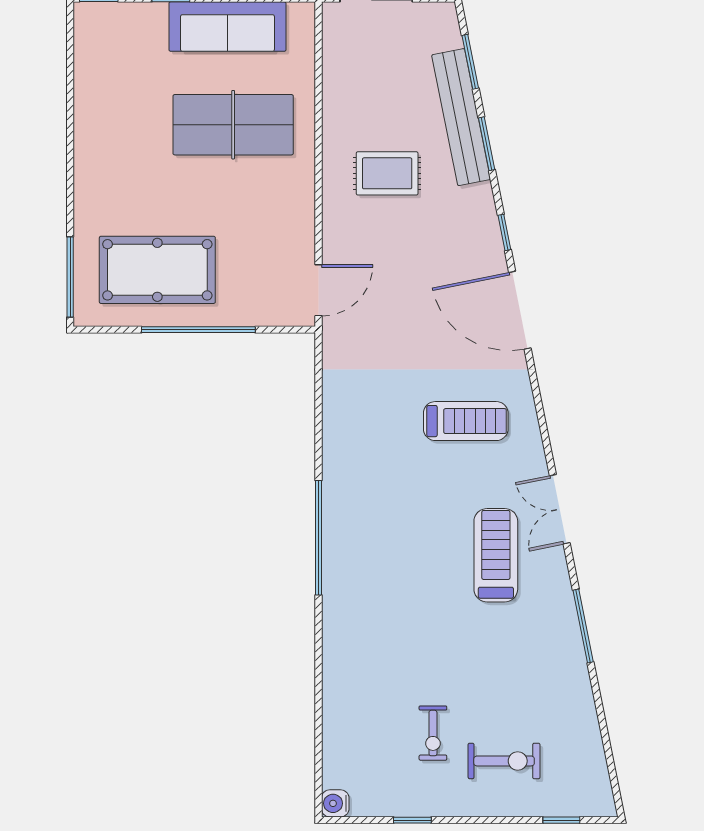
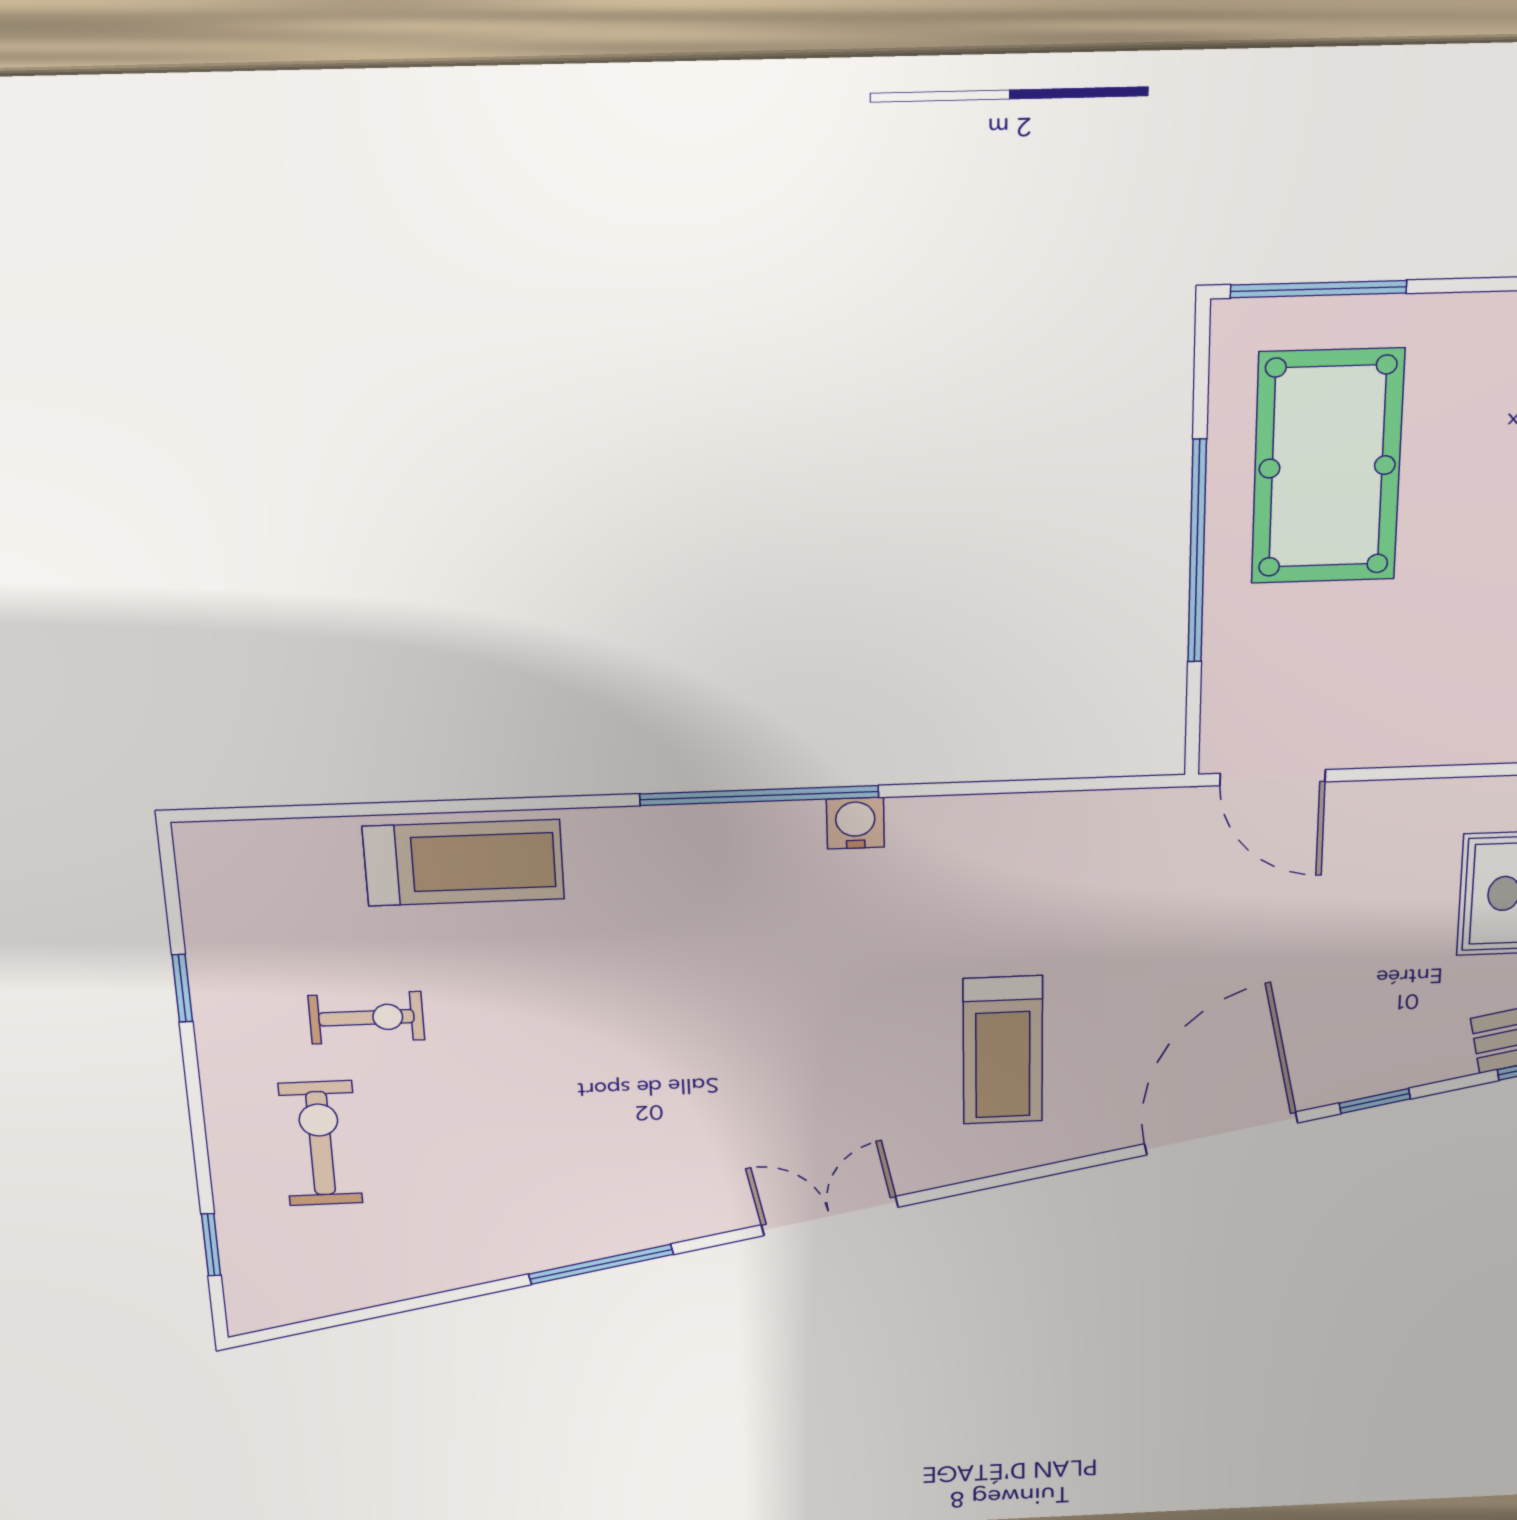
treadmill: (496, 555) -> (464, 863), moved
exercise bike: (433, 733) -> (366, 1018), turned 180
exercise bike: (504, 761) -> (321, 1143), turned 180
water cooler: (335, 803) -> (855, 823), moved

